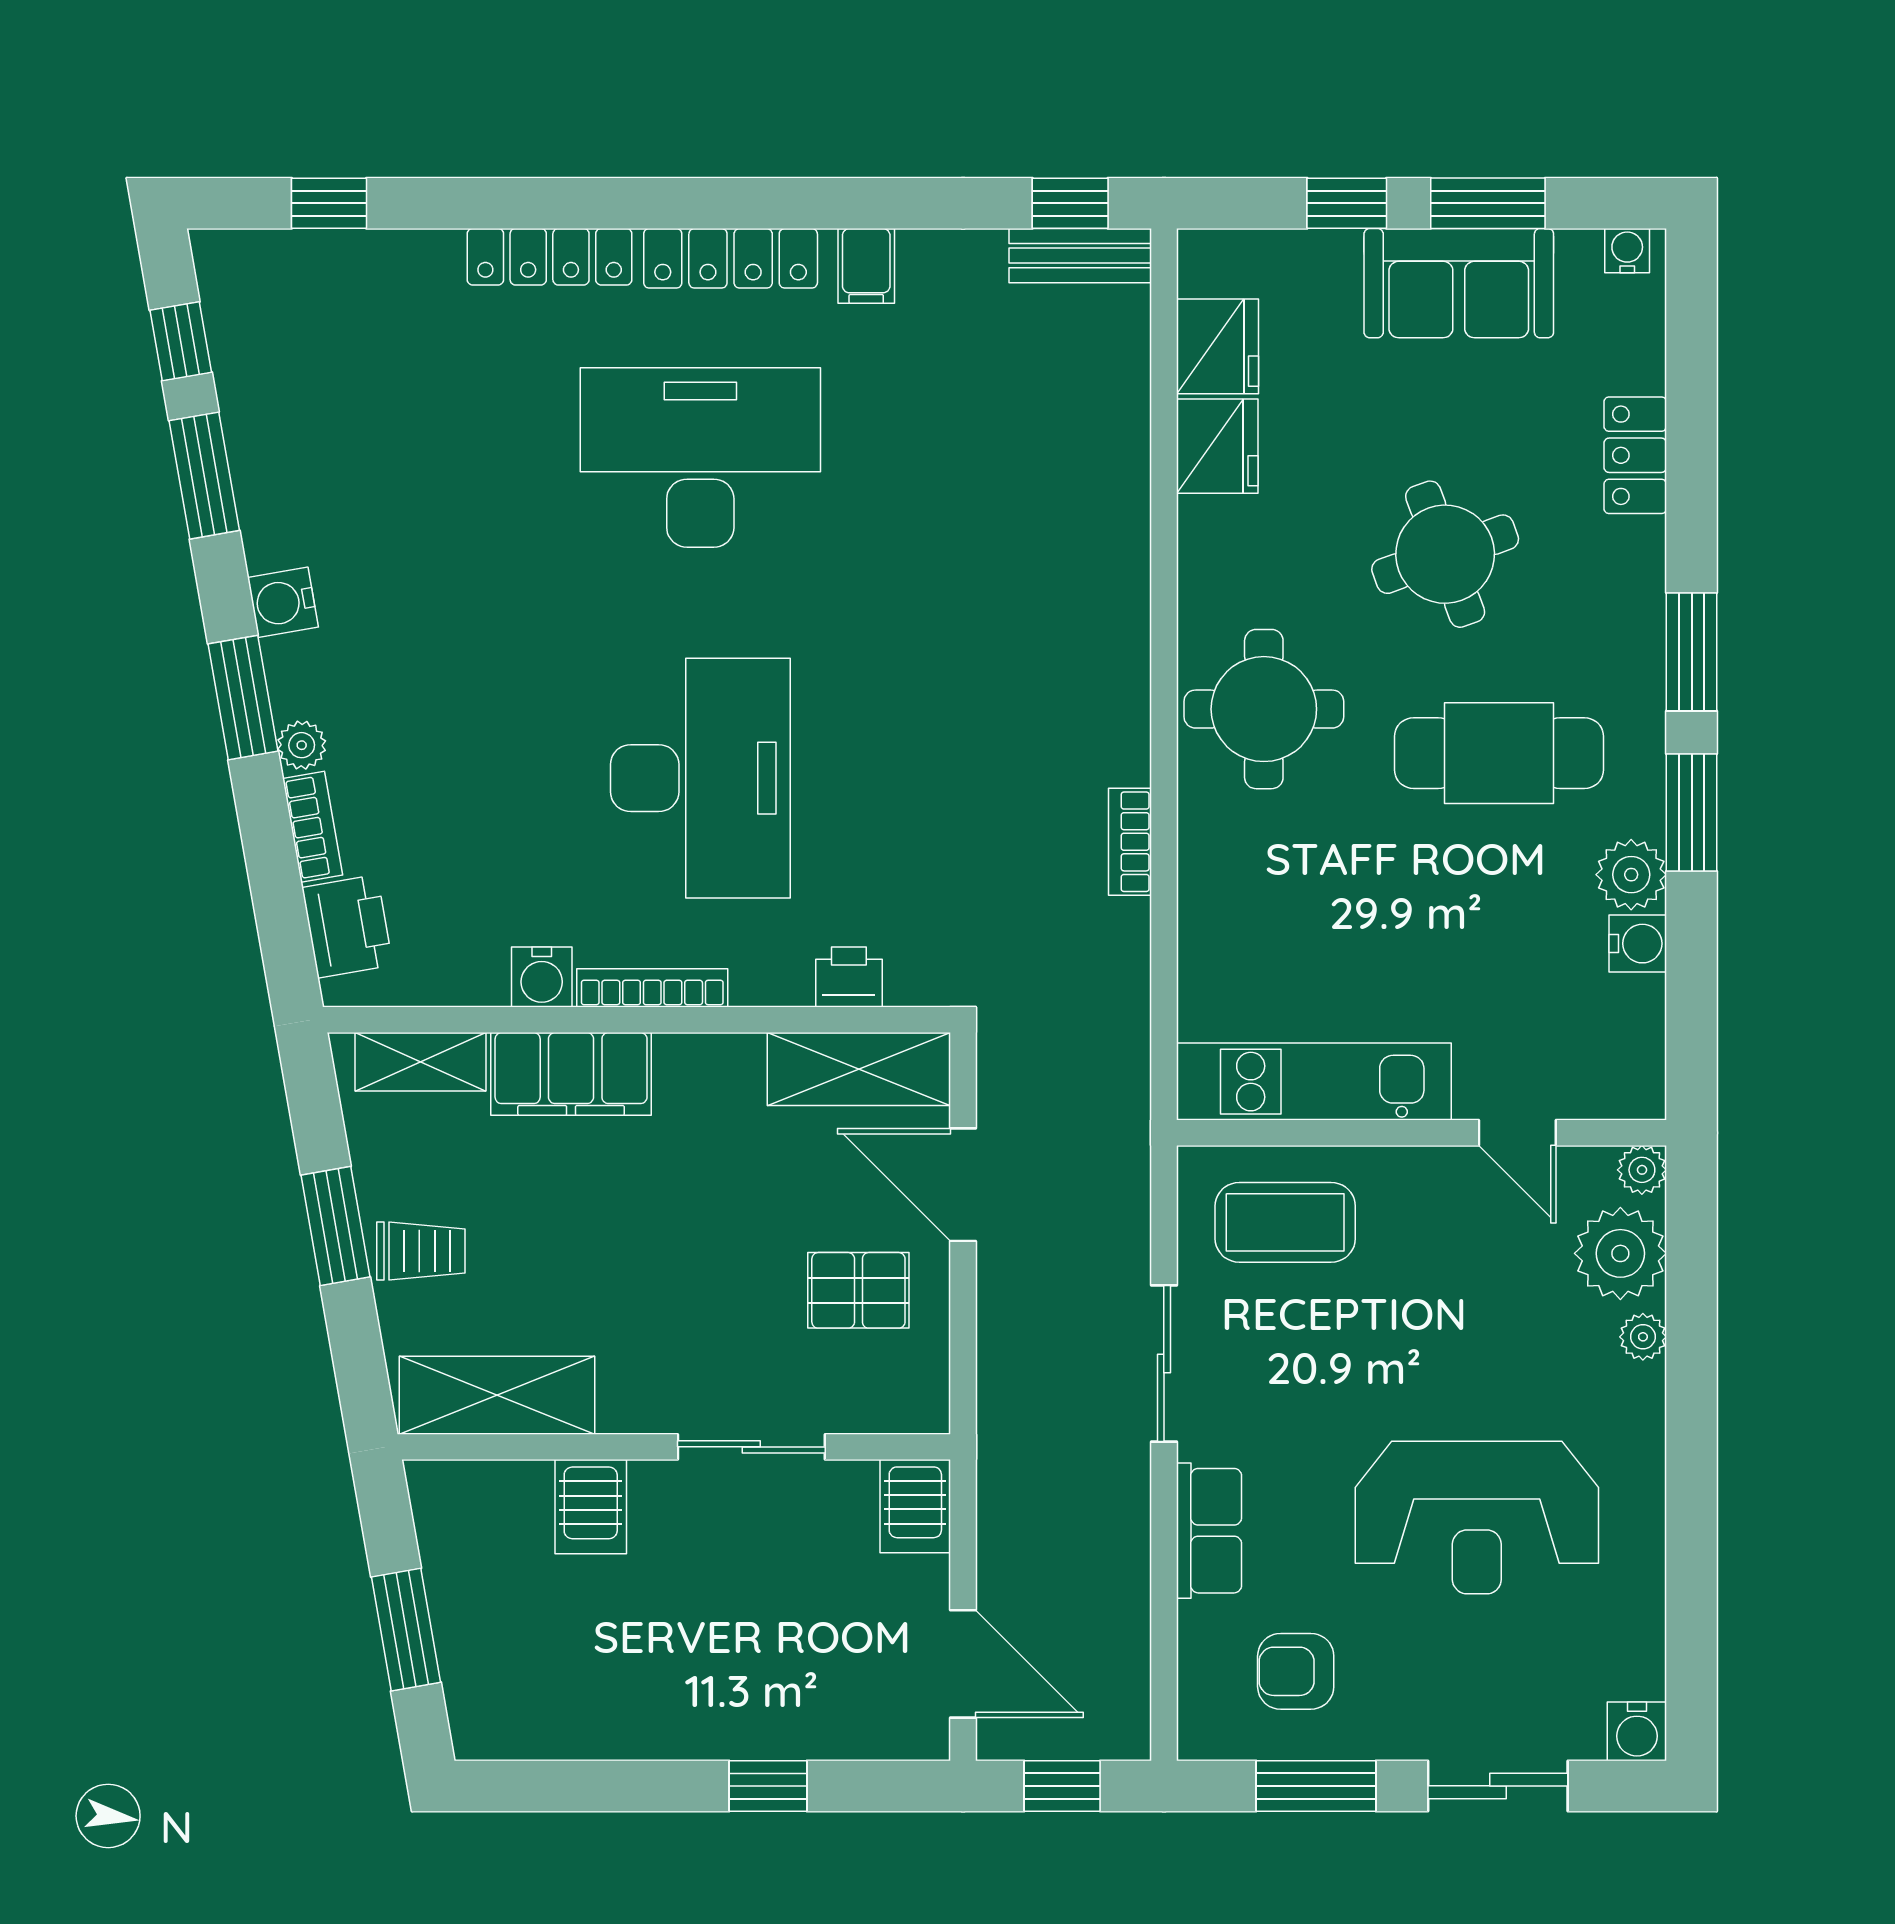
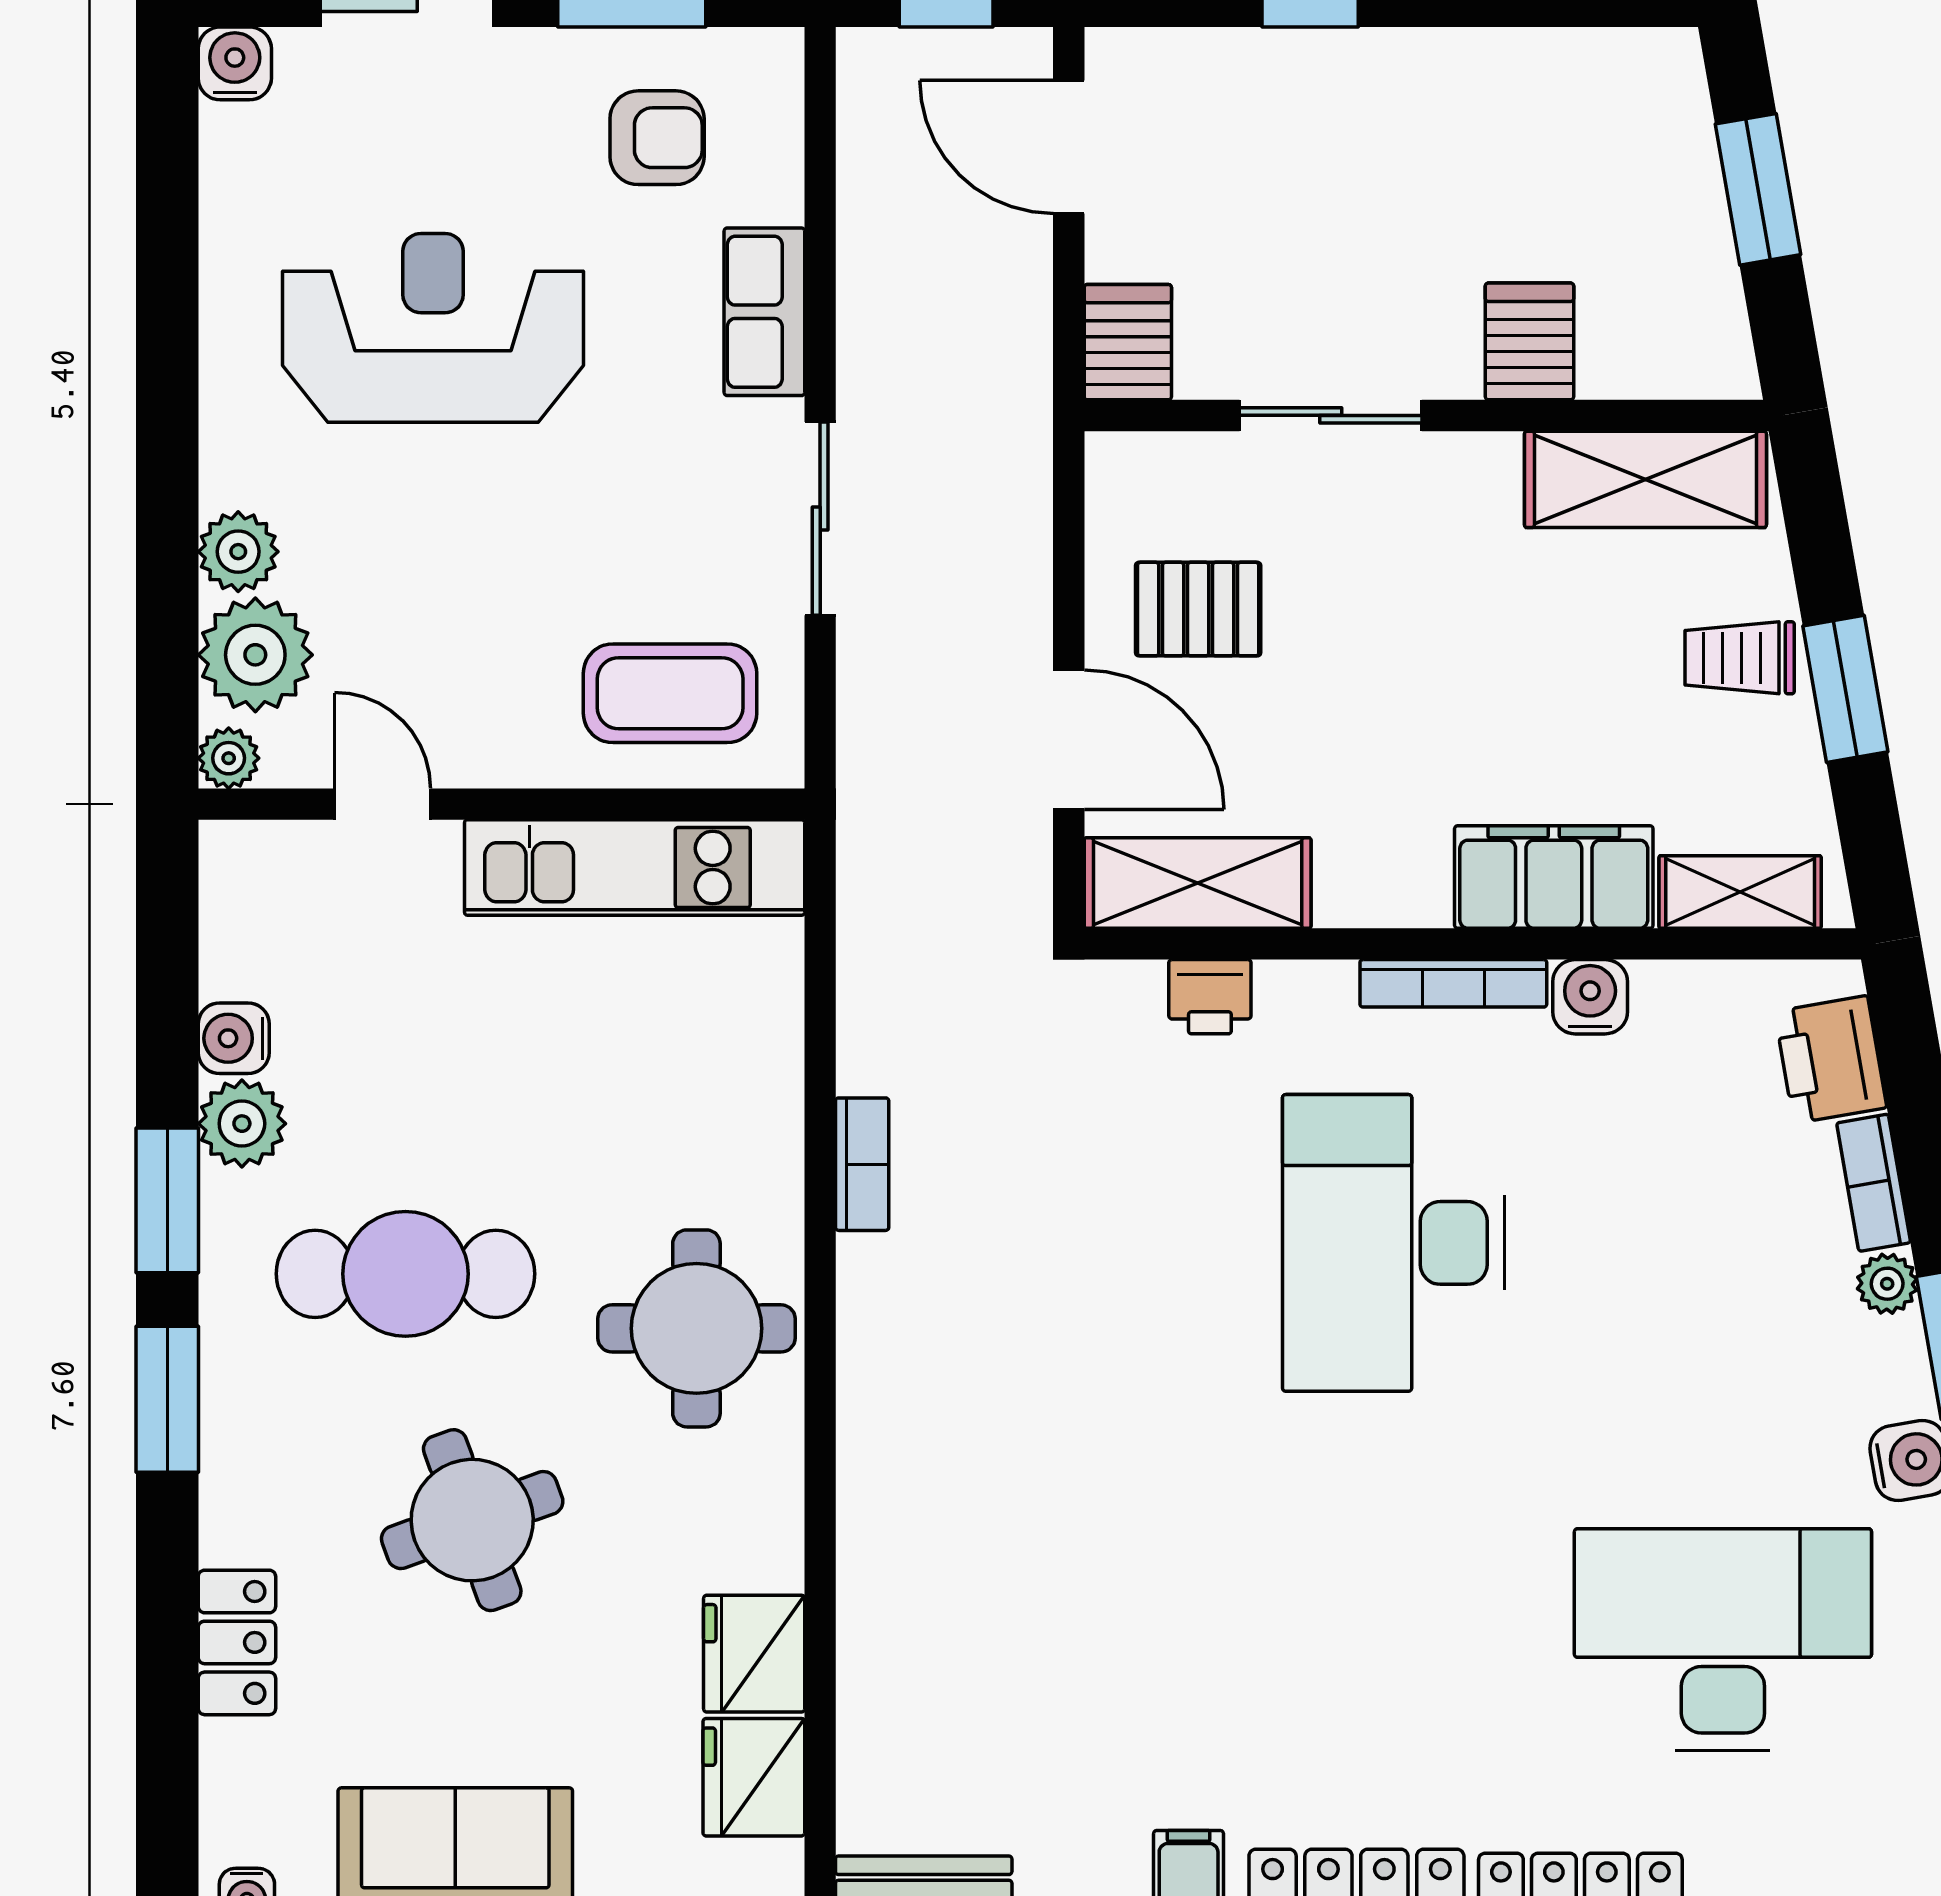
desk: (700, 457) -> (1723, 1640), moved, turned 180
plant: (1643, 1337) -> (238, 552), width x1.38, depth x1.38

